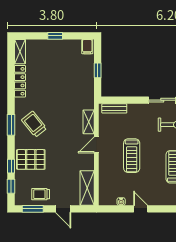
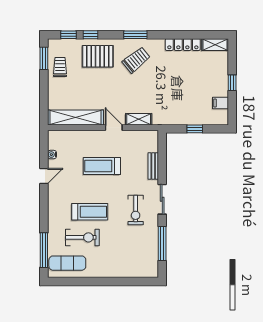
filing cabinet: (87, 47) -> (220, 103), moved
bench: (114, 108) -> (153, 166), moved
pallet: (31, 159) -> (98, 56), turned 90
shelving: (87, 188) -> (76, 117), width x1.47
door: (63, 209) -> (44, 91), removed

